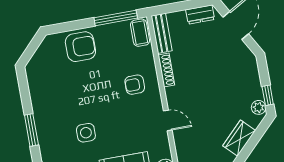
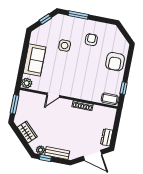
window: (116, 18) -> (124, 88), width x0.46
bench: (162, 33) -> (57, 153), moved
armchair: (135, 85) -> (91, 40), moved

